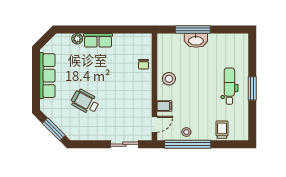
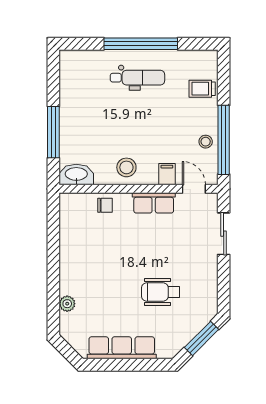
row of seats: (98, 40) -> (154, 203), moved, turned 90
washbasin: (196, 40) -> (76, 175), moved, turned -90
dental chair: (229, 86) -> (137, 78), turned 180
window: (252, 88) -> (141, 44), width x2.11
wheelchair: (85, 102) -> (161, 292), turned 61

